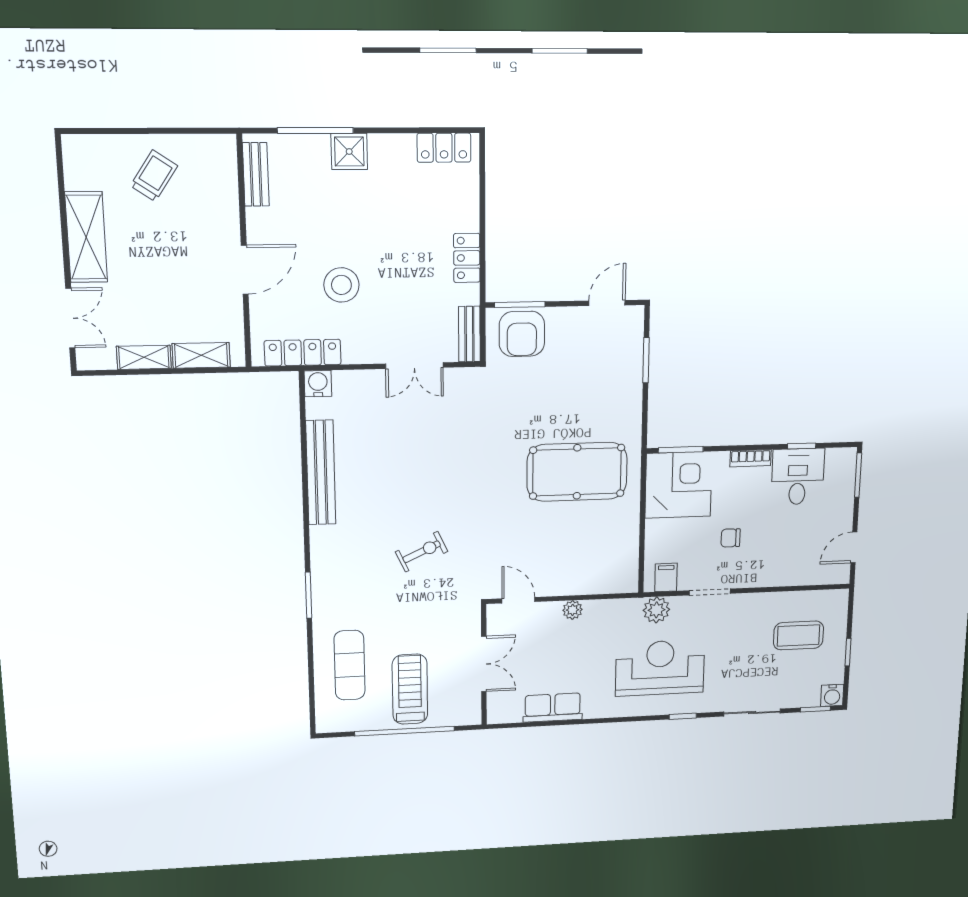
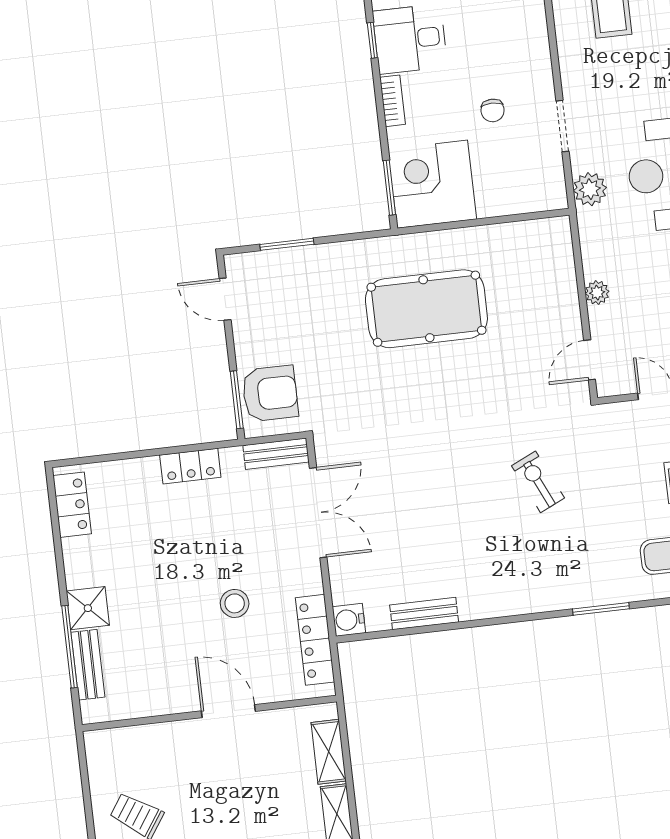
bench: (256, 174) -> (88, 665), moved, turned 90
stool: (341, 285) -> (235, 603), width x0.73, depth x0.73
double door: (414, 366) -> (318, 513), width x1.37
pool table: (577, 472) -> (426, 309), turned 90
bench: (321, 473) -> (424, 614), width x0.54, depth x0.82
filing cabinet: (666, 577) -> (548, 183), removed

